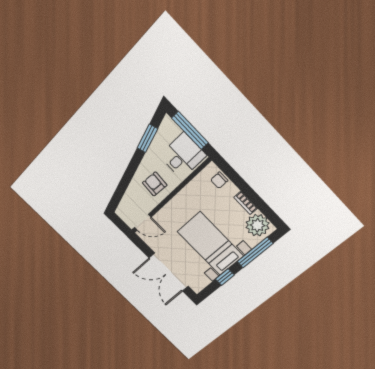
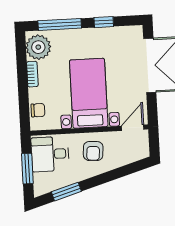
window: (190, 130) -> (27, 169), width x0.69
door: (143, 222) -> (133, 128), hinge flipped
bed with nightstands: (210, 244) -> (89, 93), moved, turned 180

